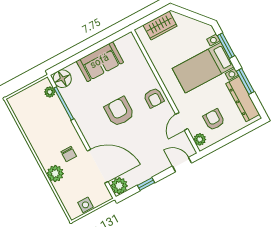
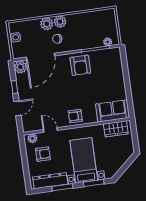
wardrobe: (160, 26) -> (116, 129), moved, turned -90
sofa: (100, 62) -> (113, 111), moved, turned 90
floor lamp: (62, 79) -> (114, 55), removed
armchair: (119, 112) -> (80, 65), moved, turned 90
plant: (47, 158) -> (60, 21), added
door: (182, 165) -> (17, 108), moved

